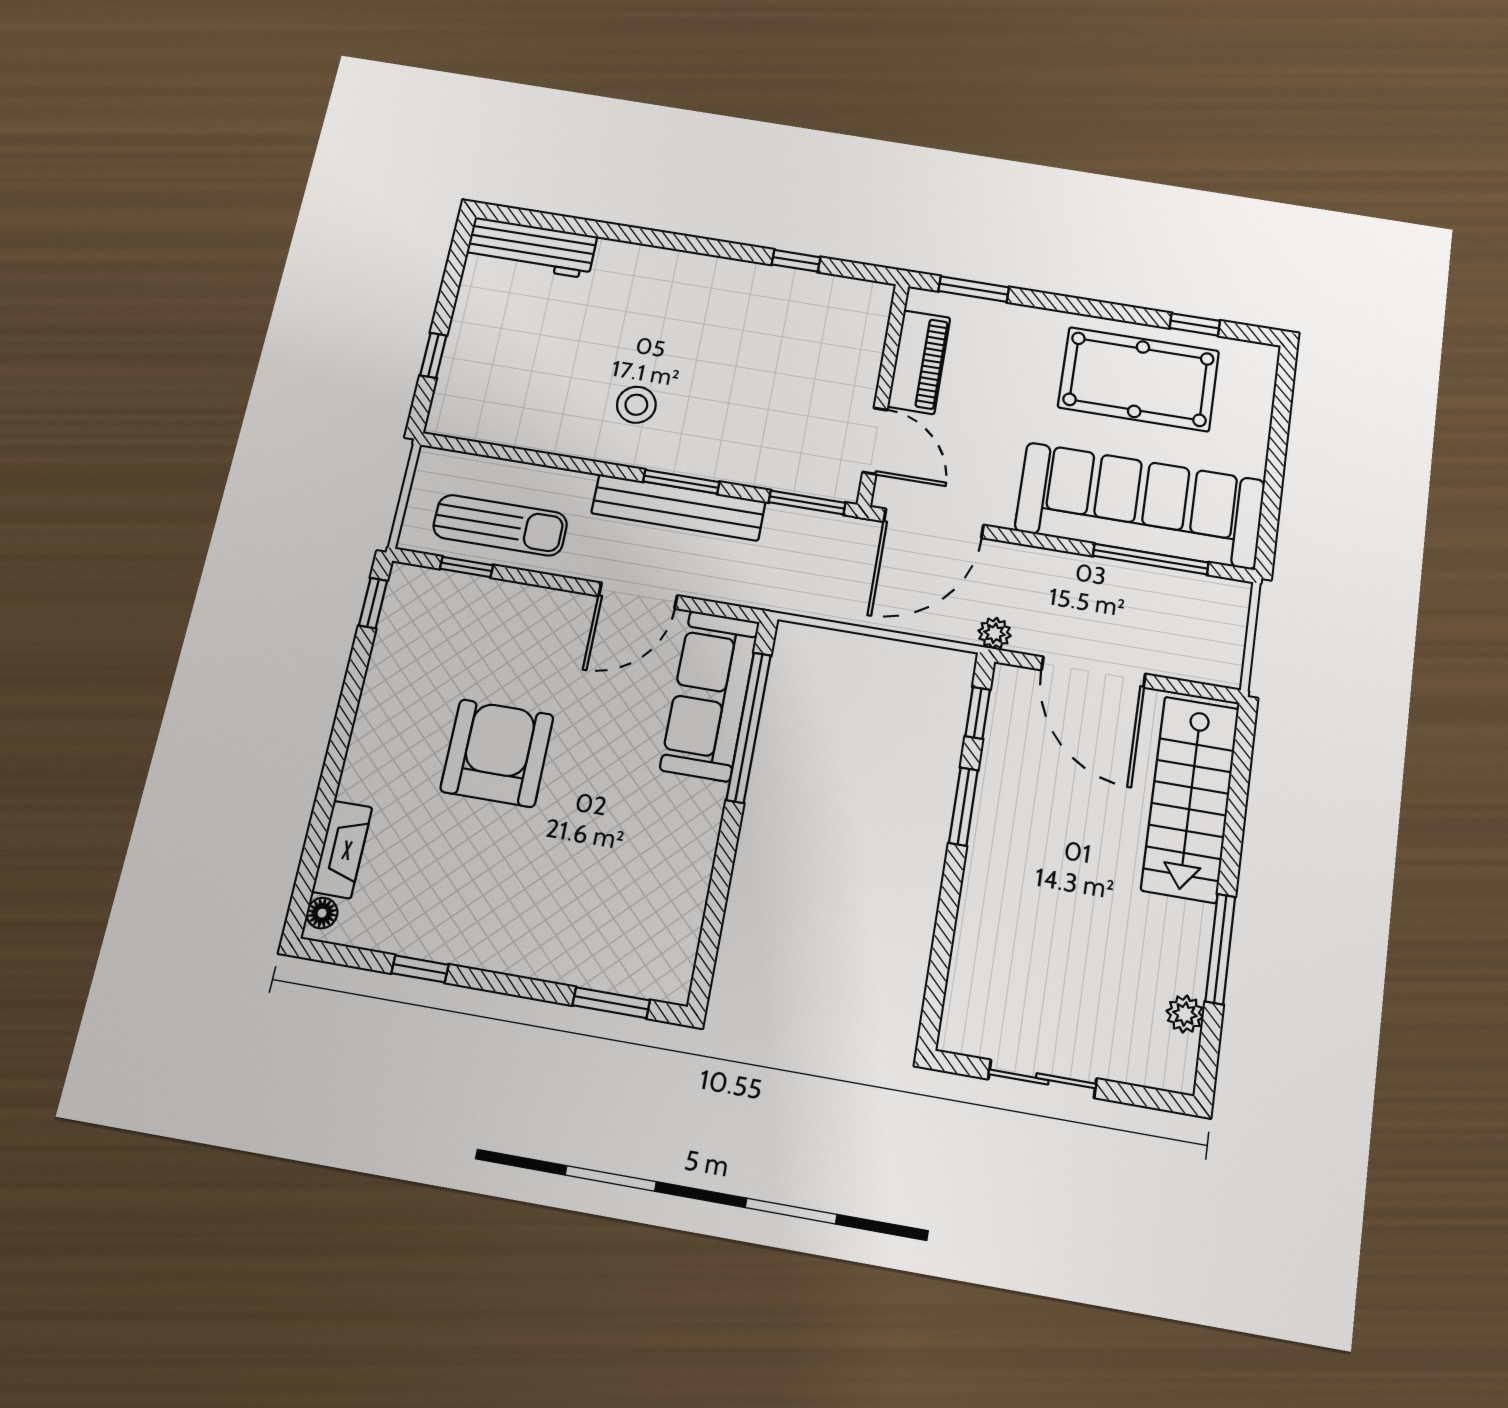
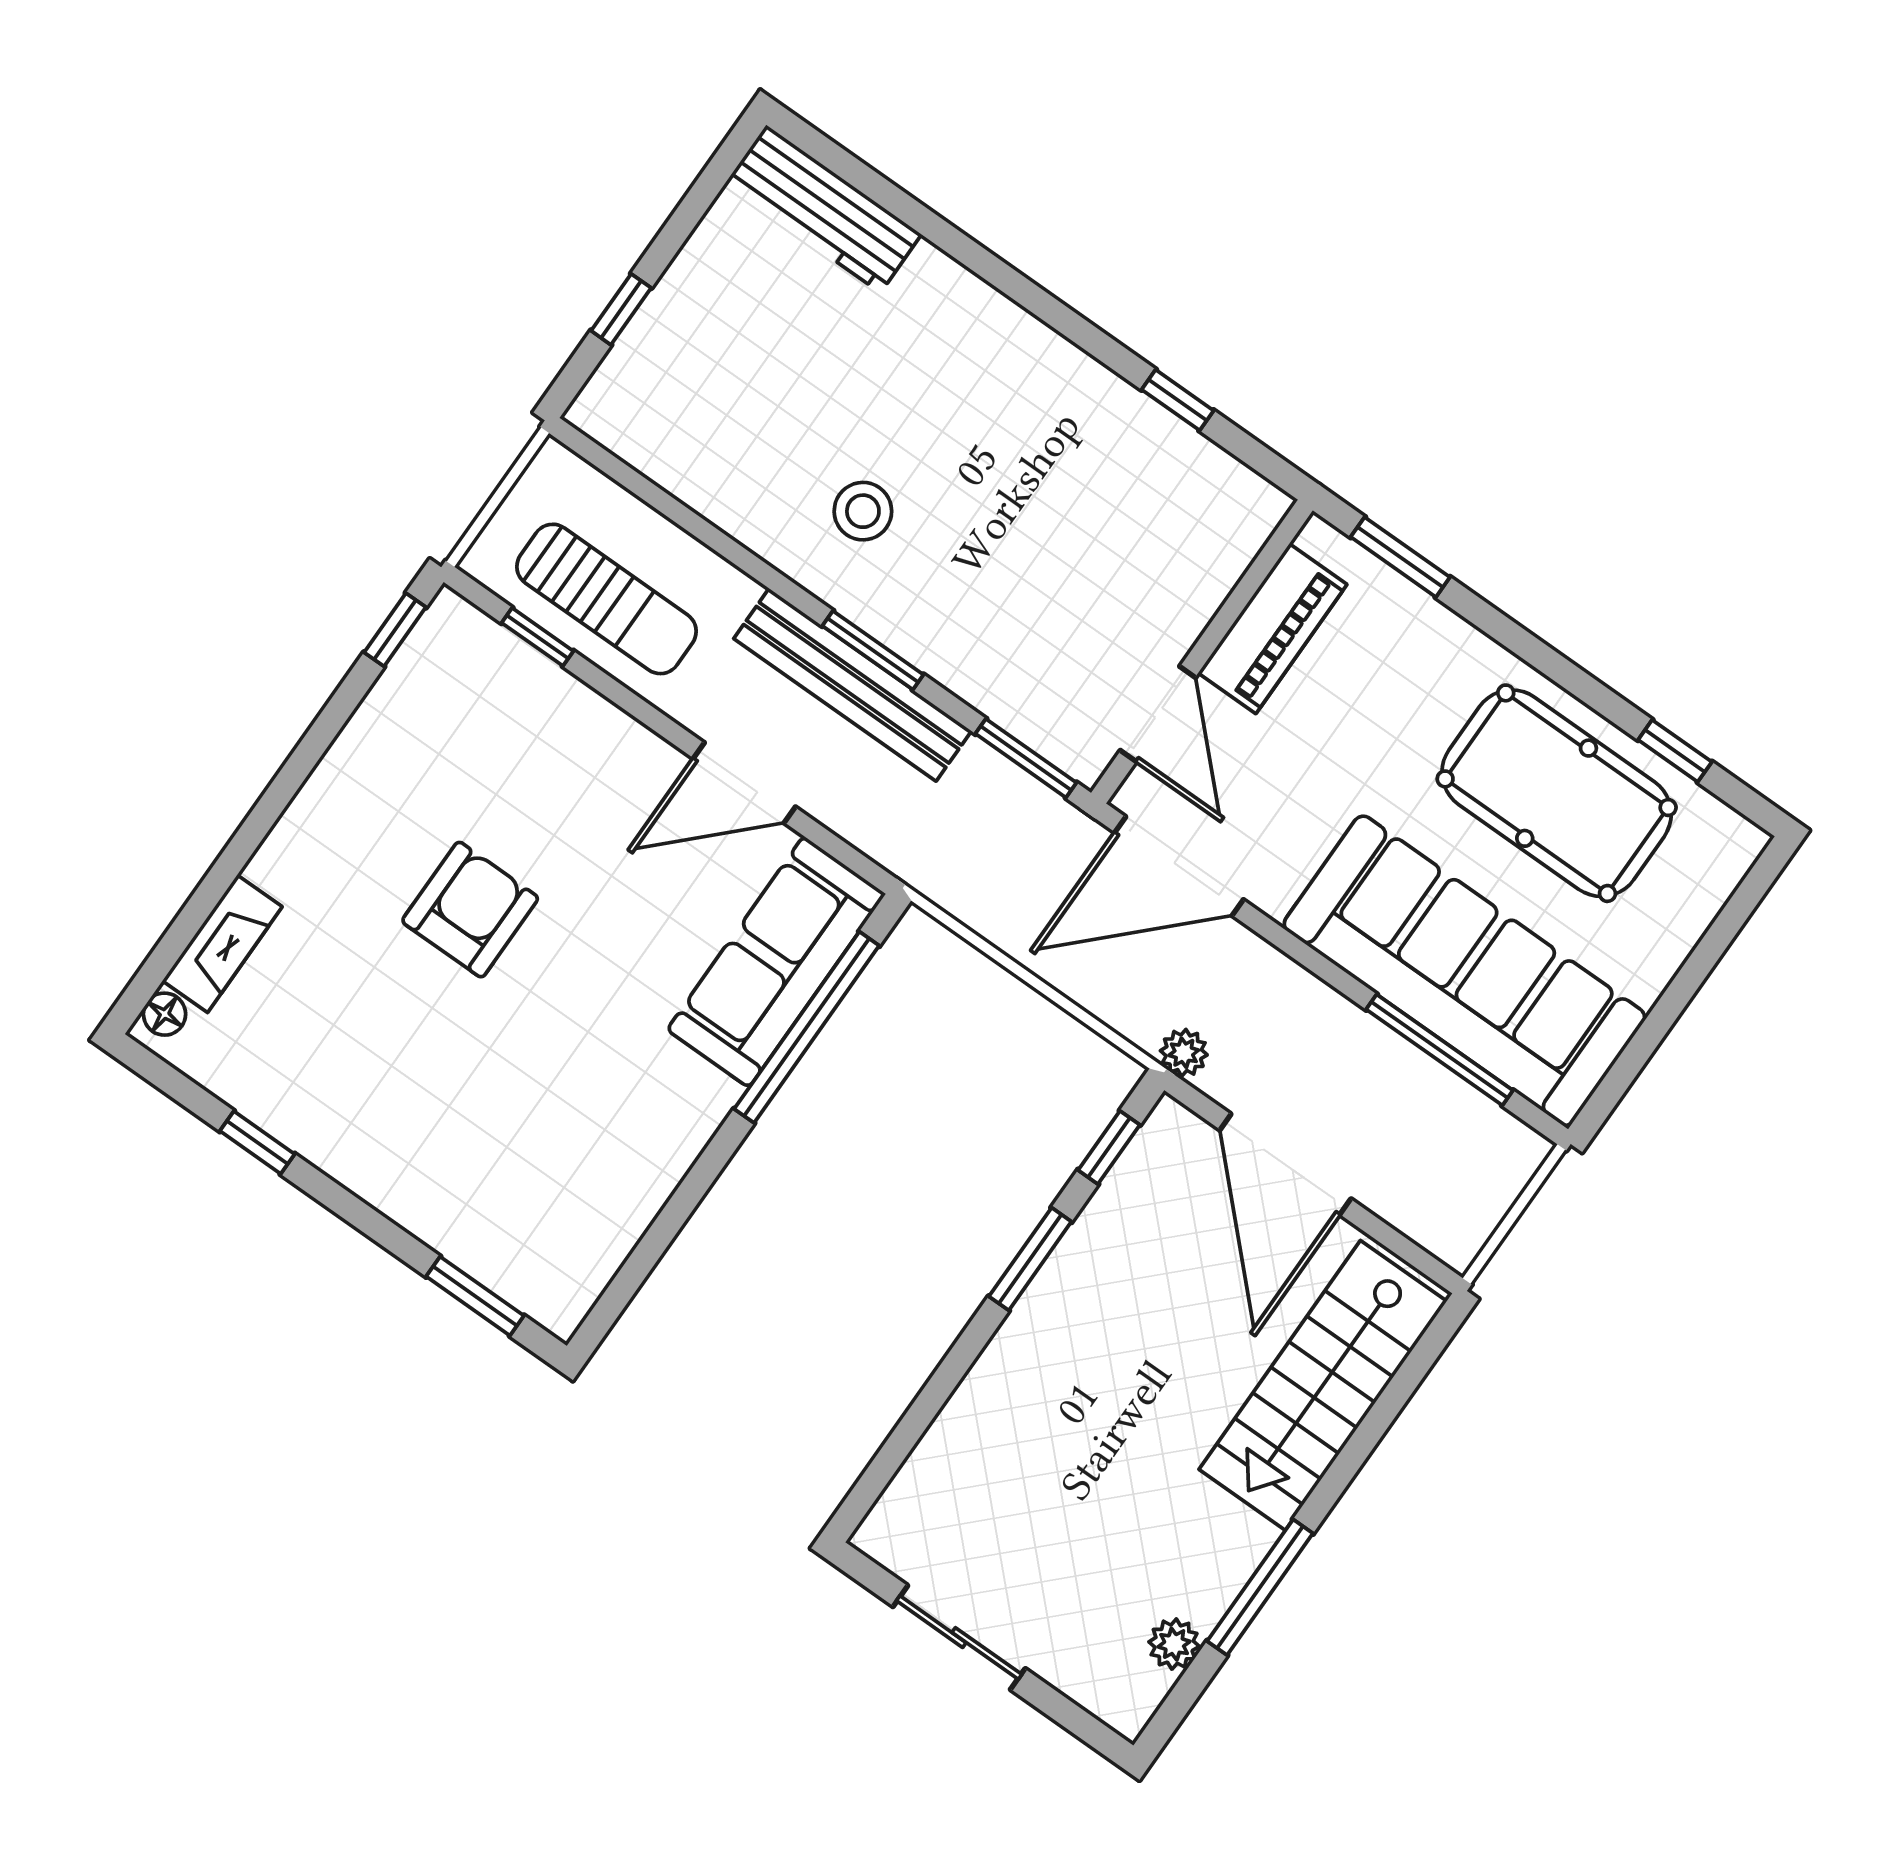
armchair: (497, 753) -> (470, 910), width x0.73, depth x0.73

